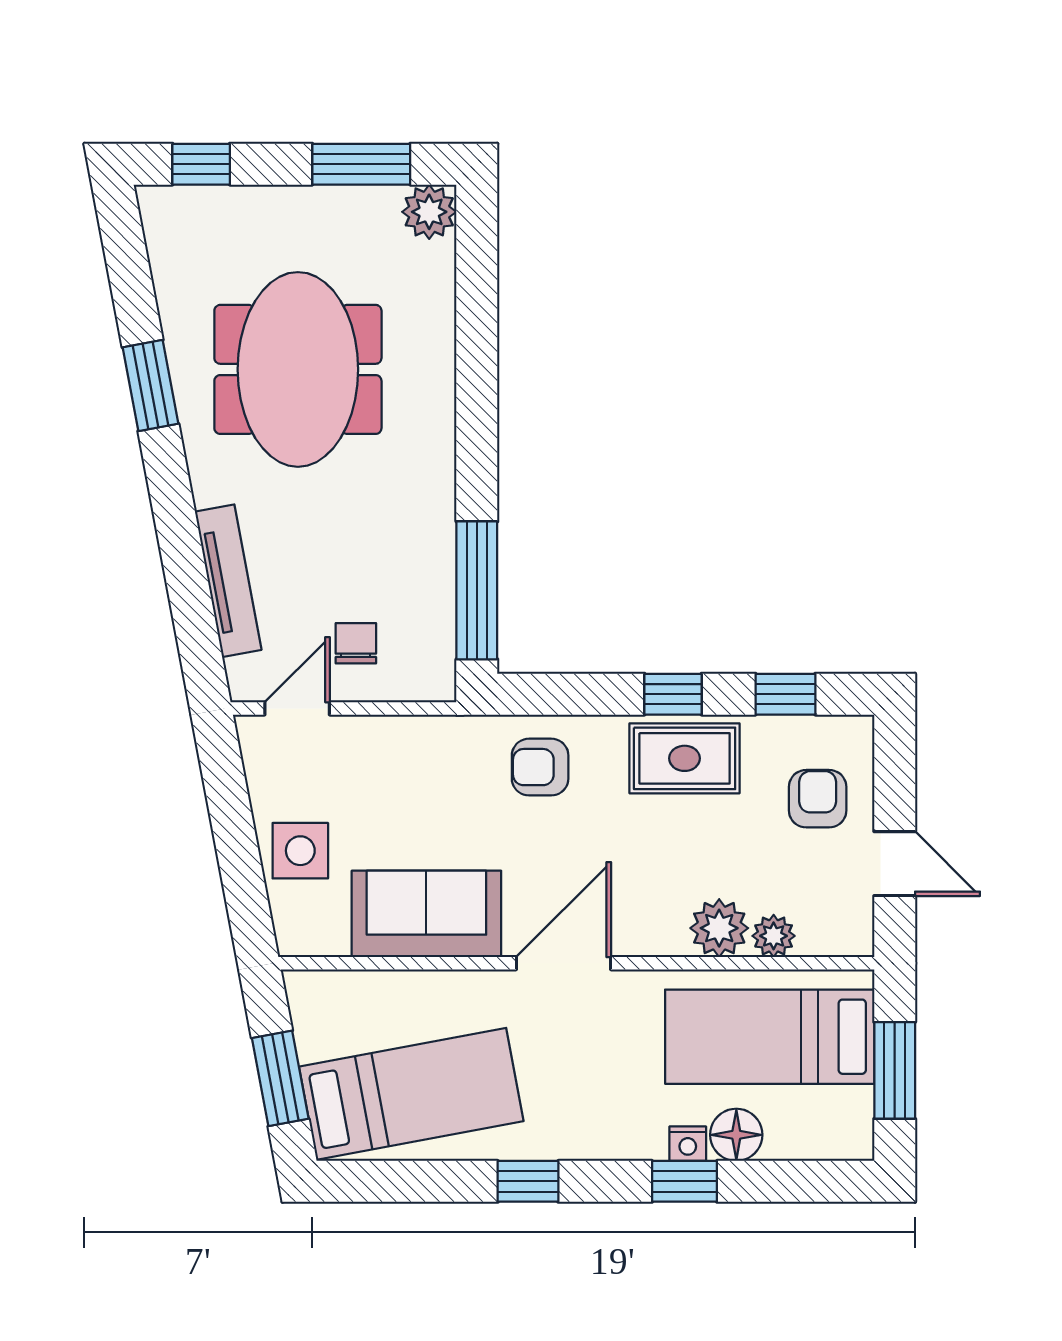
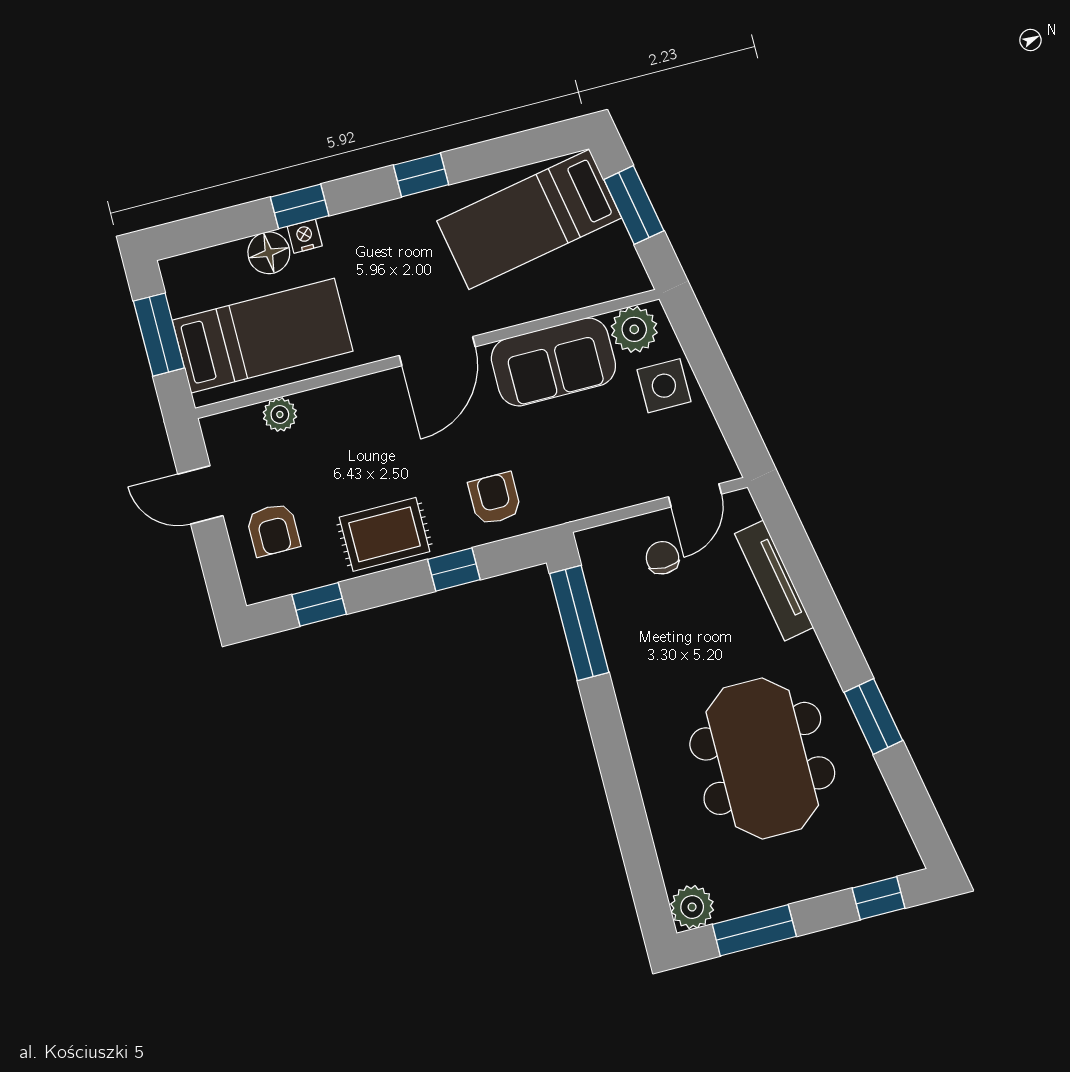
chair: (356, 643) -> (662, 558), turned 180
window: (673, 694) -> (454, 569), moved
armchair: (540, 767) -> (495, 499), turned -90
plant: (719, 928) -> (634, 329), moved

